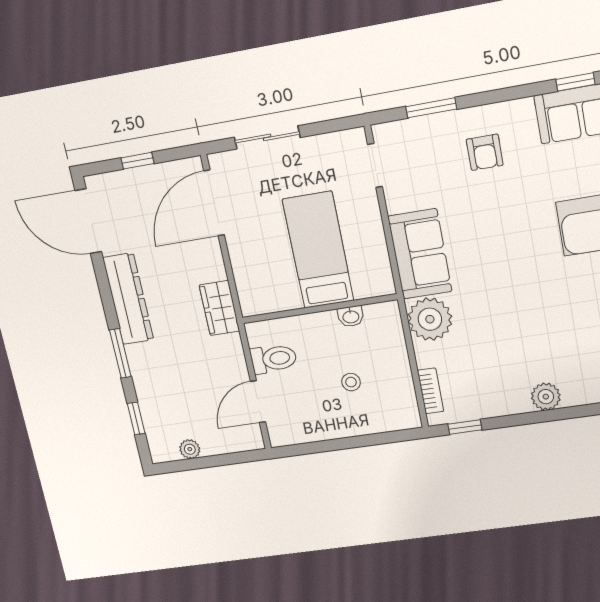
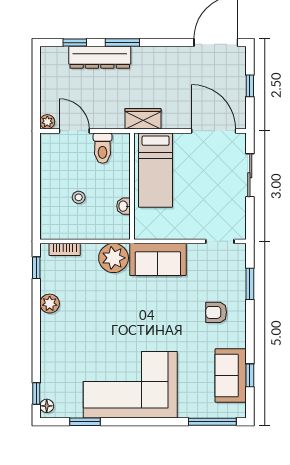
bed: (318, 250) -> (156, 170), moved, turned 90
dresser: (128, 299) -> (100, 57), moved
plant: (546, 397) -> (50, 304), moved
plant: (190, 449) -> (47, 122), moved

